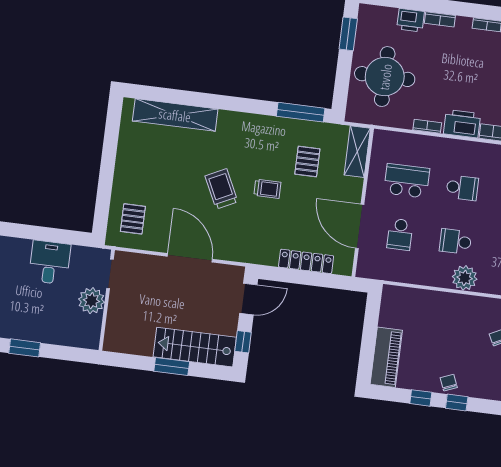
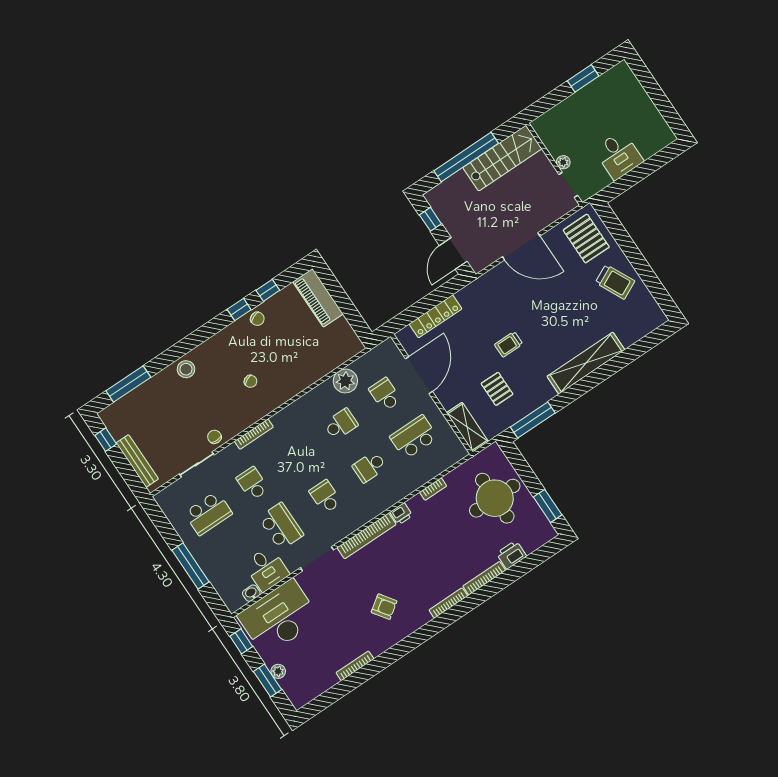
bookcase: (440, 19) -> (484, 578), width x1.56
shelving: (175, 115) -> (586, 363), moved
printer: (462, 124) -> (401, 514), width x0.53, depth x0.68
school desk: (407, 181) -> (414, 437), turned 180
trolley: (221, 189) -> (615, 282), moved
pallet: (133, 219) -> (586, 239), width x1.50, depth x1.42
door: (360, 226) -> (419, 375), hinge flipped
plant: (465, 278) -> (345, 381), moved
plant: (91, 301) -> (563, 162), width x0.53, depth x0.53
stairs: (195, 347) -> (502, 158), moved
window: (172, 366) -> (466, 157), width x2.11

